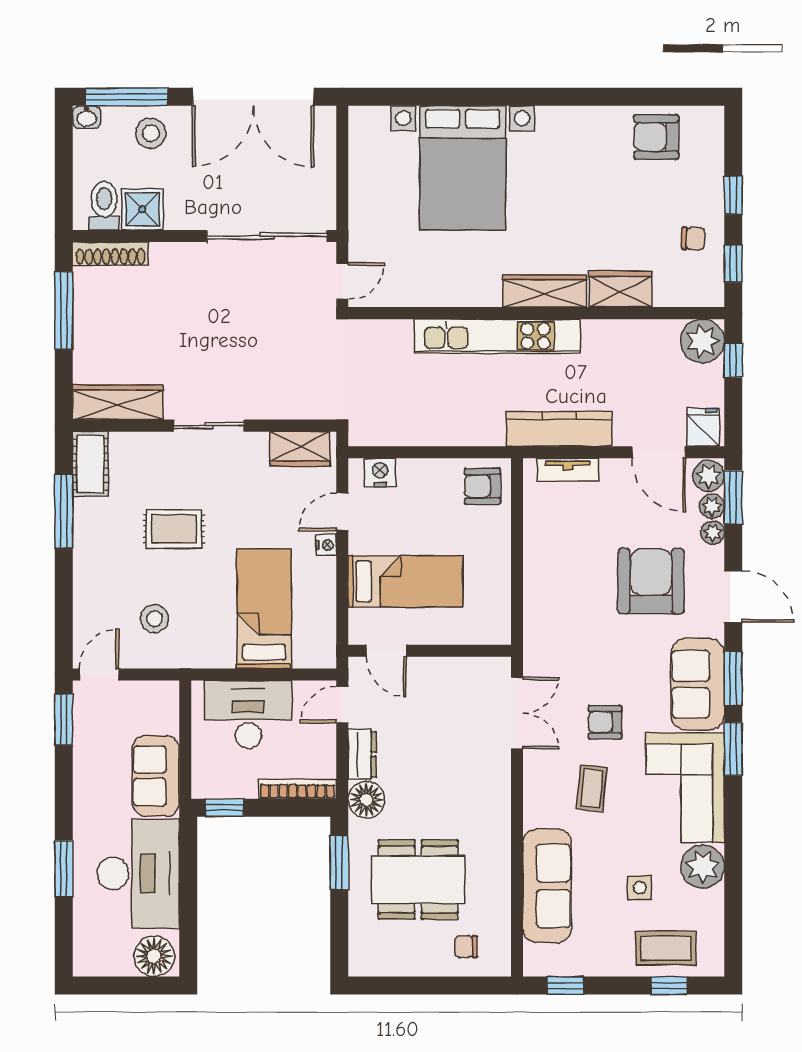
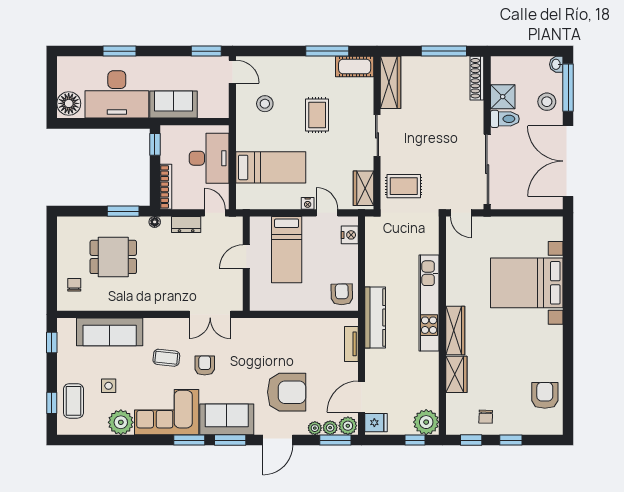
toilet: (104, 206) -> (505, 119), moved
rug: (296, 380) -> (404, 186), added
kitchen counter: (559, 429) -> (375, 317), moved
door: (386, 651) -> (246, 257), moved
floor lamp: (366, 800) -> (155, 222), width x0.53, depth x0.53
dining table: (418, 880) -> (113, 257), width x0.73

